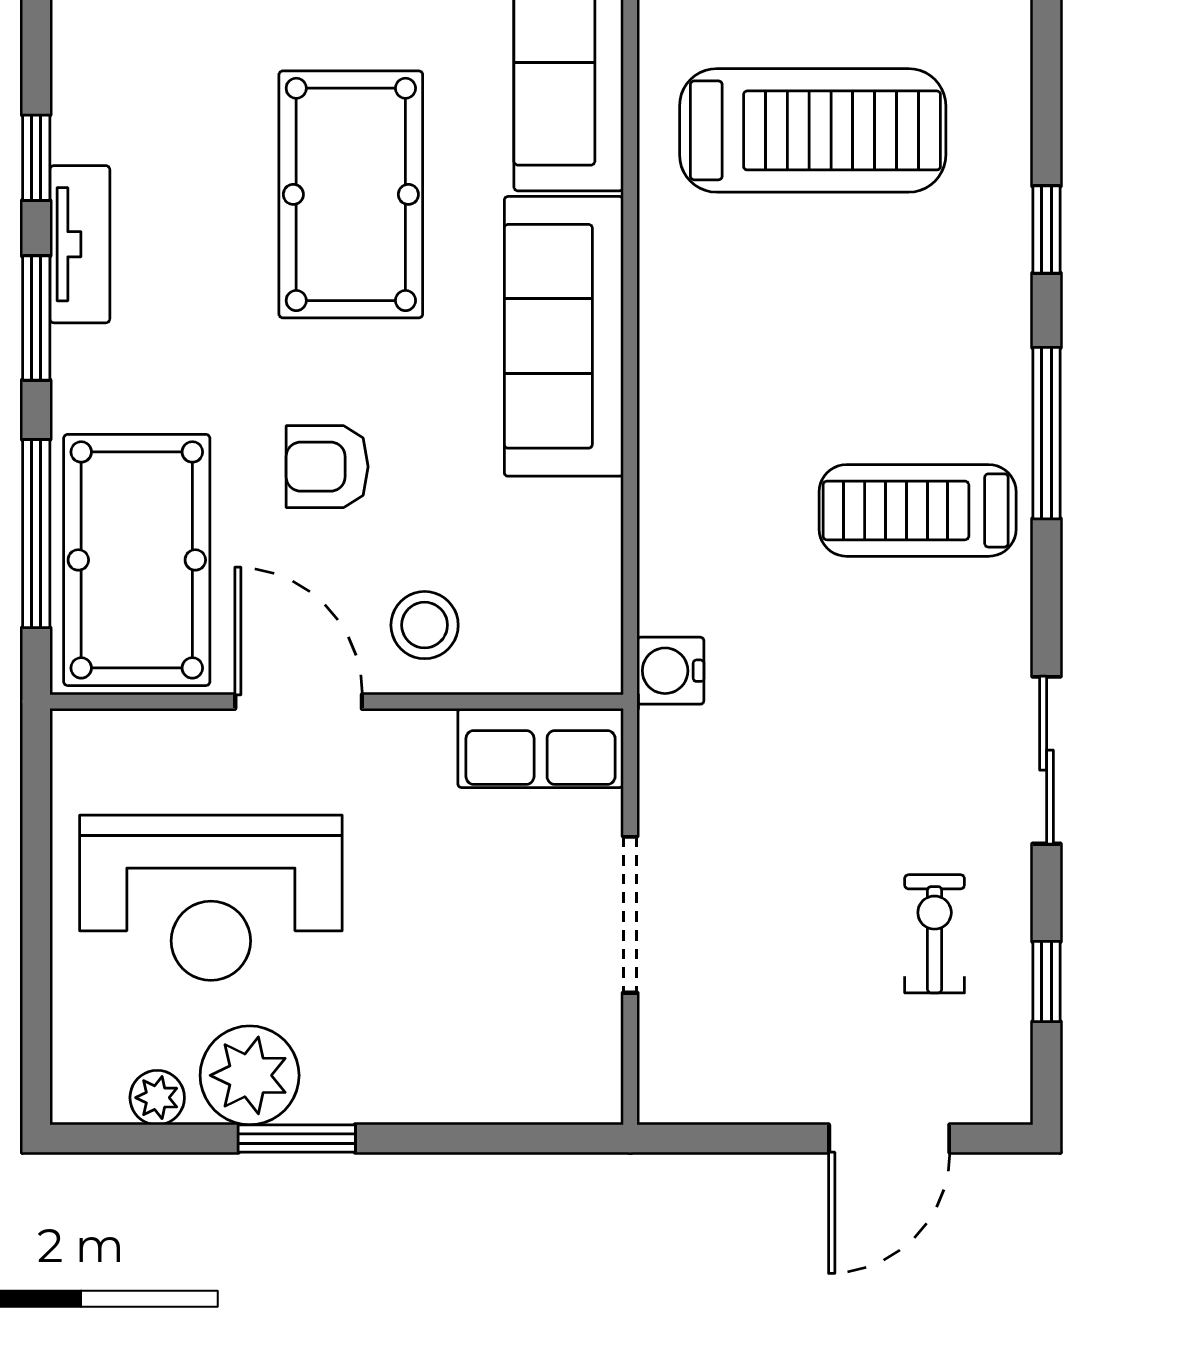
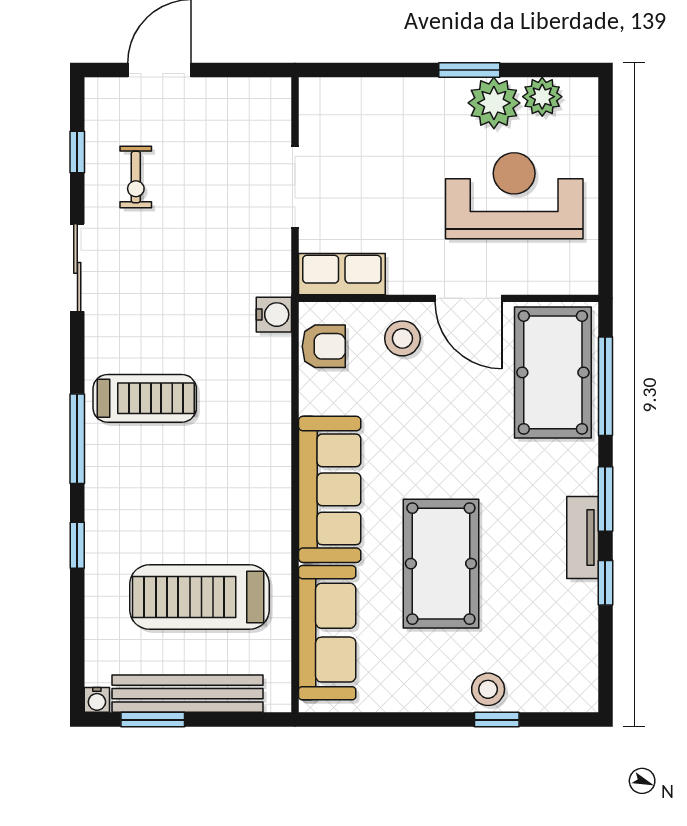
armchair: (327, 467) -> (324, 346), moved
plant: (157, 1098) -> (542, 97), width x1.38, depth x1.38

